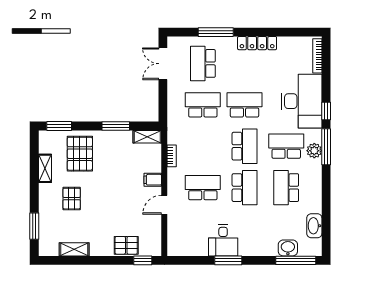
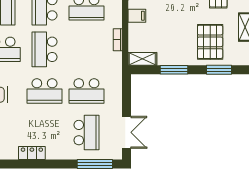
window: (216, 32) -> (95, 164), moved
locker: (257, 43) -> (32, 153), width x0.66
window: (59, 126) -> (219, 70), moved

